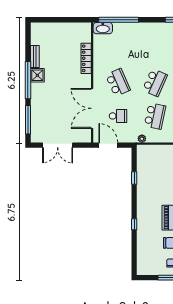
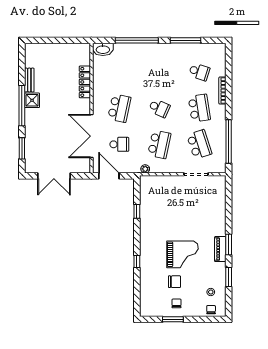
window: (119, 20) -> (137, 40), moved
school desk: (118, 82) -> (119, 108), turned 36
school desk: (155, 82) -> (159, 108), width x0.54
window: (28, 120) -> (22, 148), width x0.69

